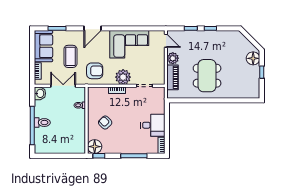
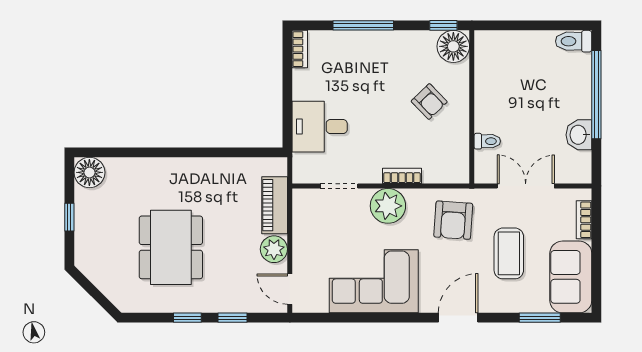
floor lamp: (253, 58) -> (89, 172), moved
armchair: (95, 71) -> (453, 220), turned -86
dining table: (207, 76) -> (171, 247), moved
double door: (63, 86) -> (526, 186), swing flipped
washbasin: (40, 93) -> (579, 135), moved
toilet: (42, 123) -> (574, 41), moved
desk: (153, 125) -> (320, 127), moved

